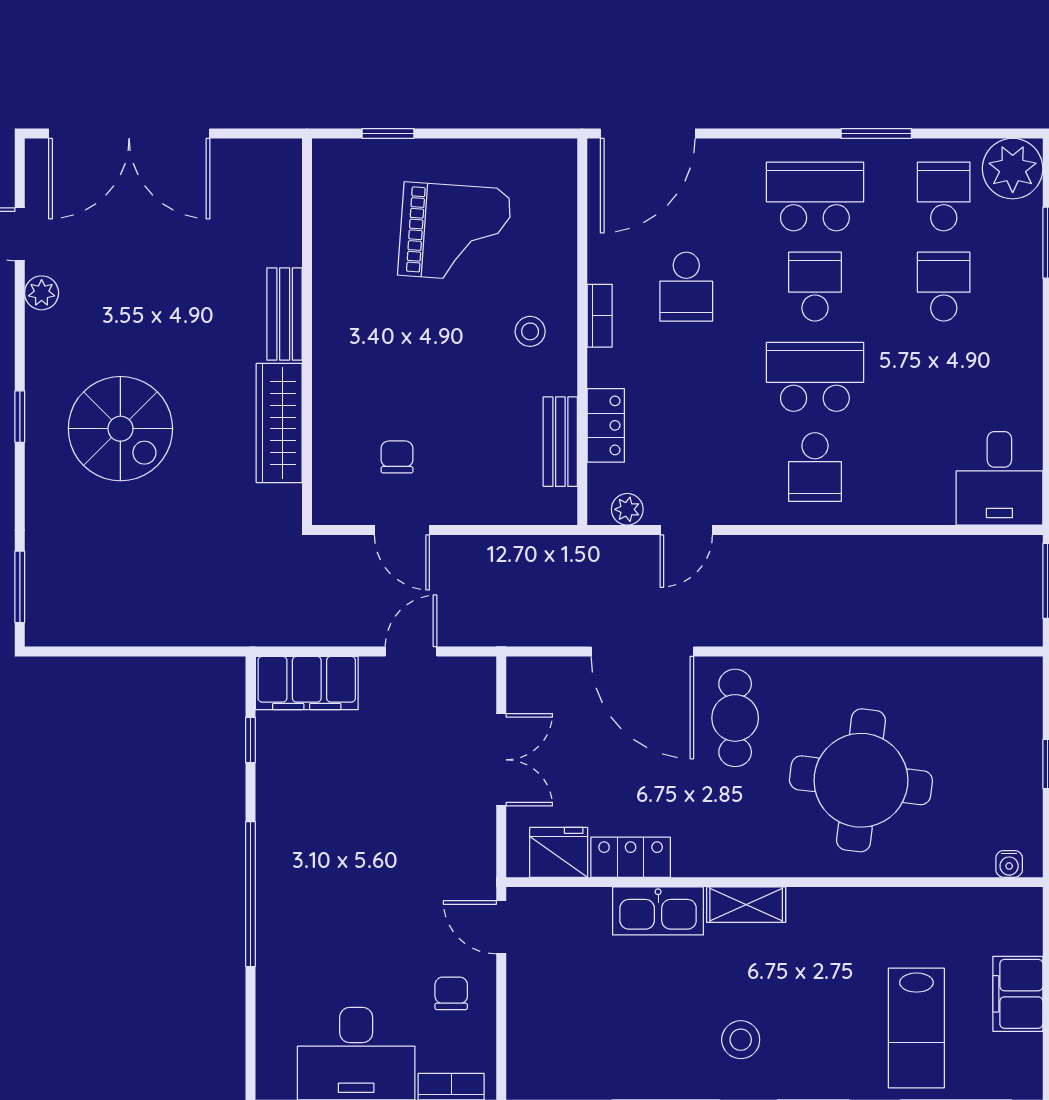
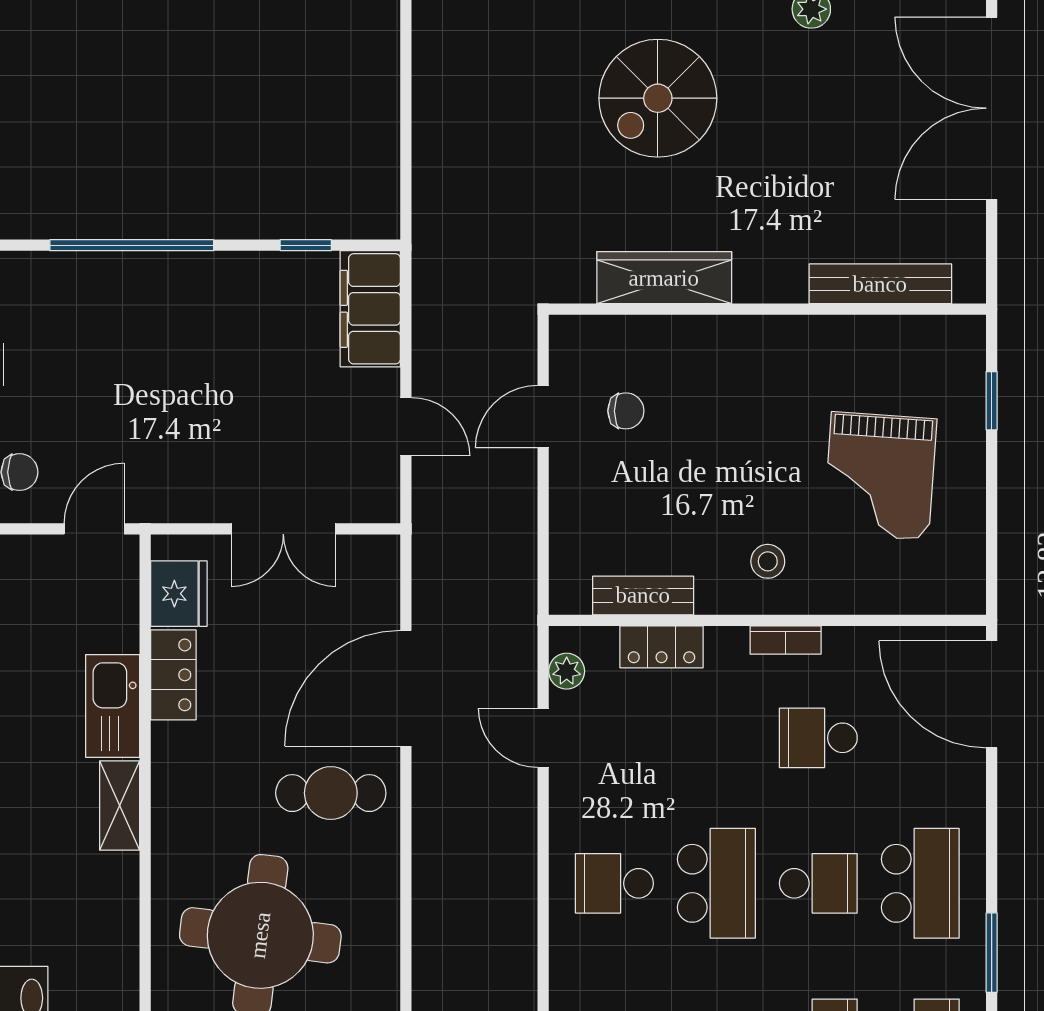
bench: (285, 314) -> (880, 284), moved, width x1.36

